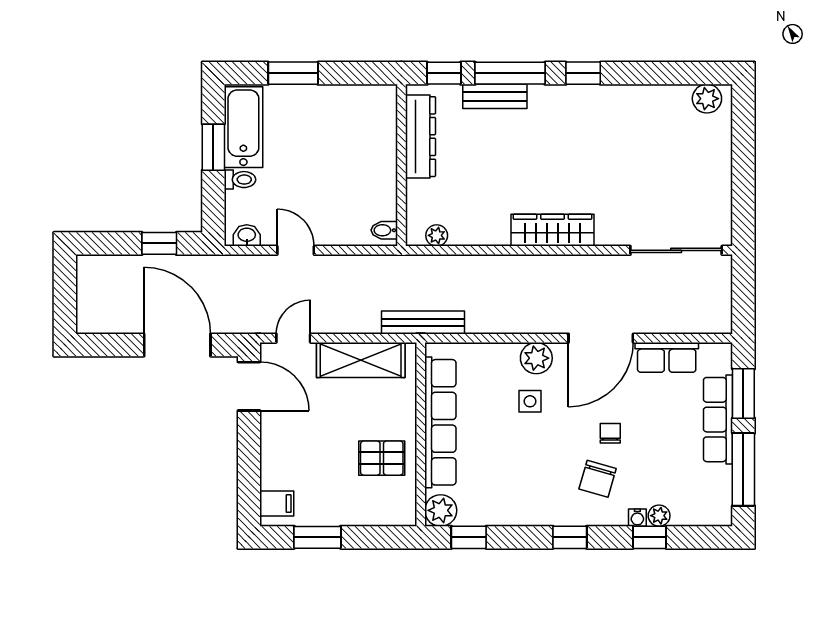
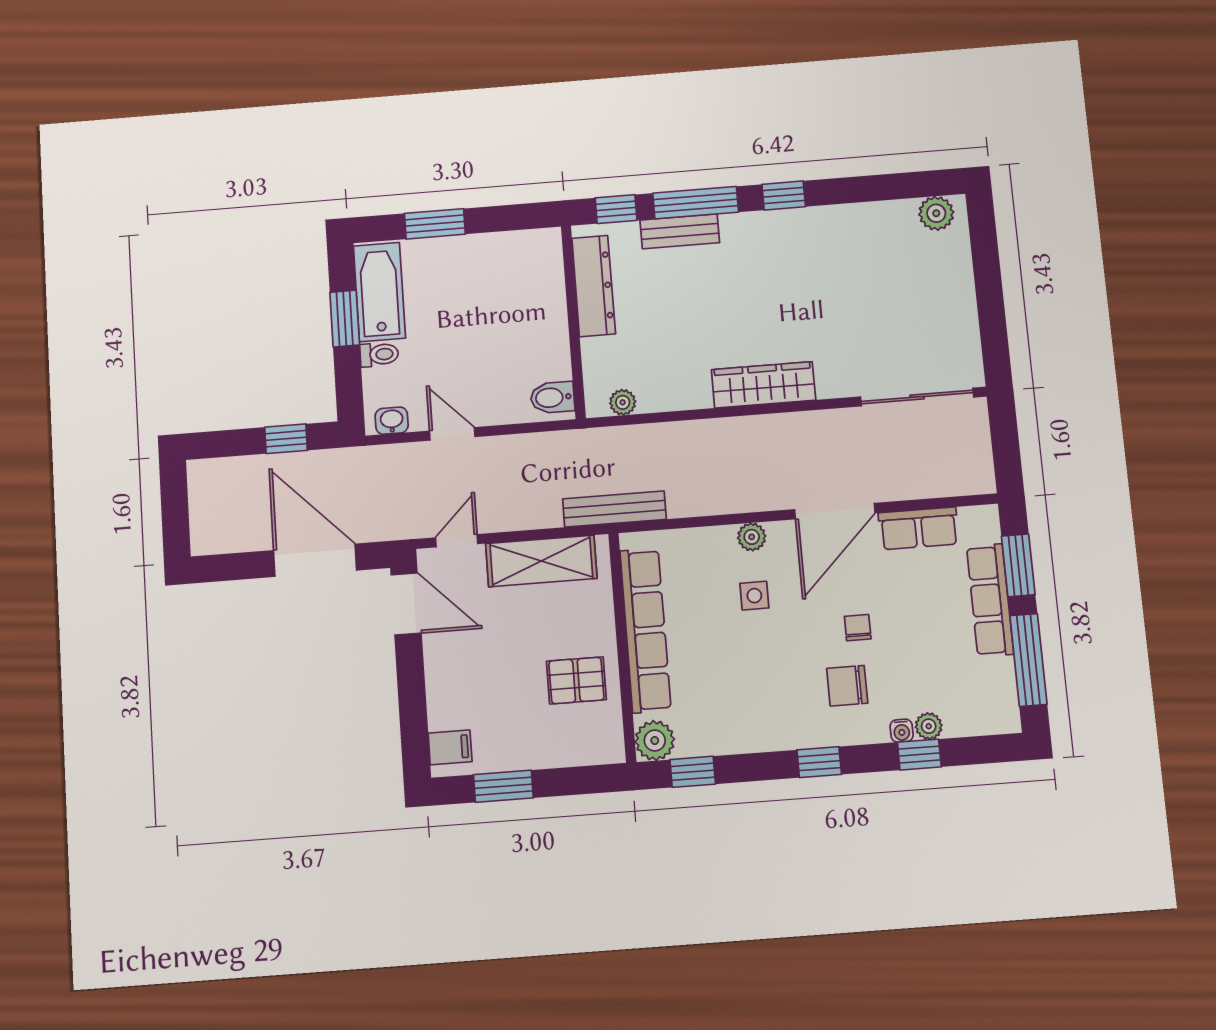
bidet: (384, 230) -> (552, 397), width x1.38, depth x1.36
plant: (536, 358) -> (752, 537), width x0.73, depth x0.73
chair: (598, 479) -> (847, 686), turned 74

